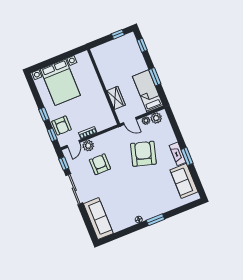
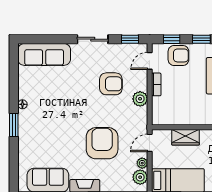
armchair: (62, 126) -> (178, 55), turned 180
door: (73, 144) -> (150, 61), hinge flipped
plant: (88, 146) -> (140, 99), moved
armchair: (143, 154) -> (102, 143), turned -106
sliding door: (74, 189) -> (93, 39), width x0.73

